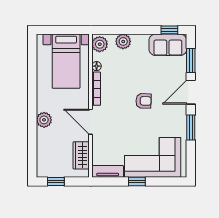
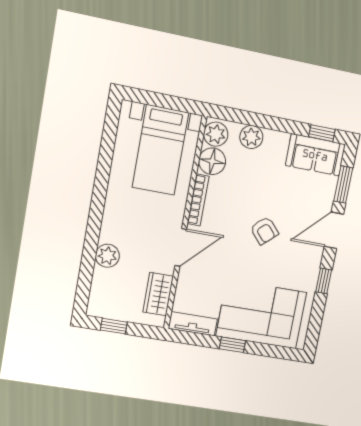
floor lamp: (97, 66) -> (212, 161), width x1.89, depth x1.89
armchair: (144, 101) -> (264, 231), turned 46
plant: (44, 120) -> (107, 256), moved
door: (90, 122) -> (181, 247), swing flipped
window: (191, 128) -> (324, 281), width x0.67

